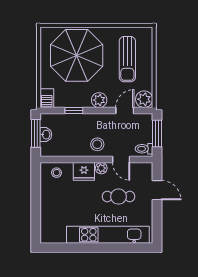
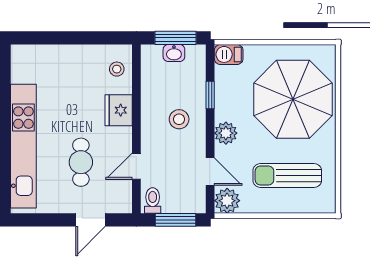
stool: (97, 144) -> (179, 119), moved
plant: (101, 168) -> (123, 136), removed

